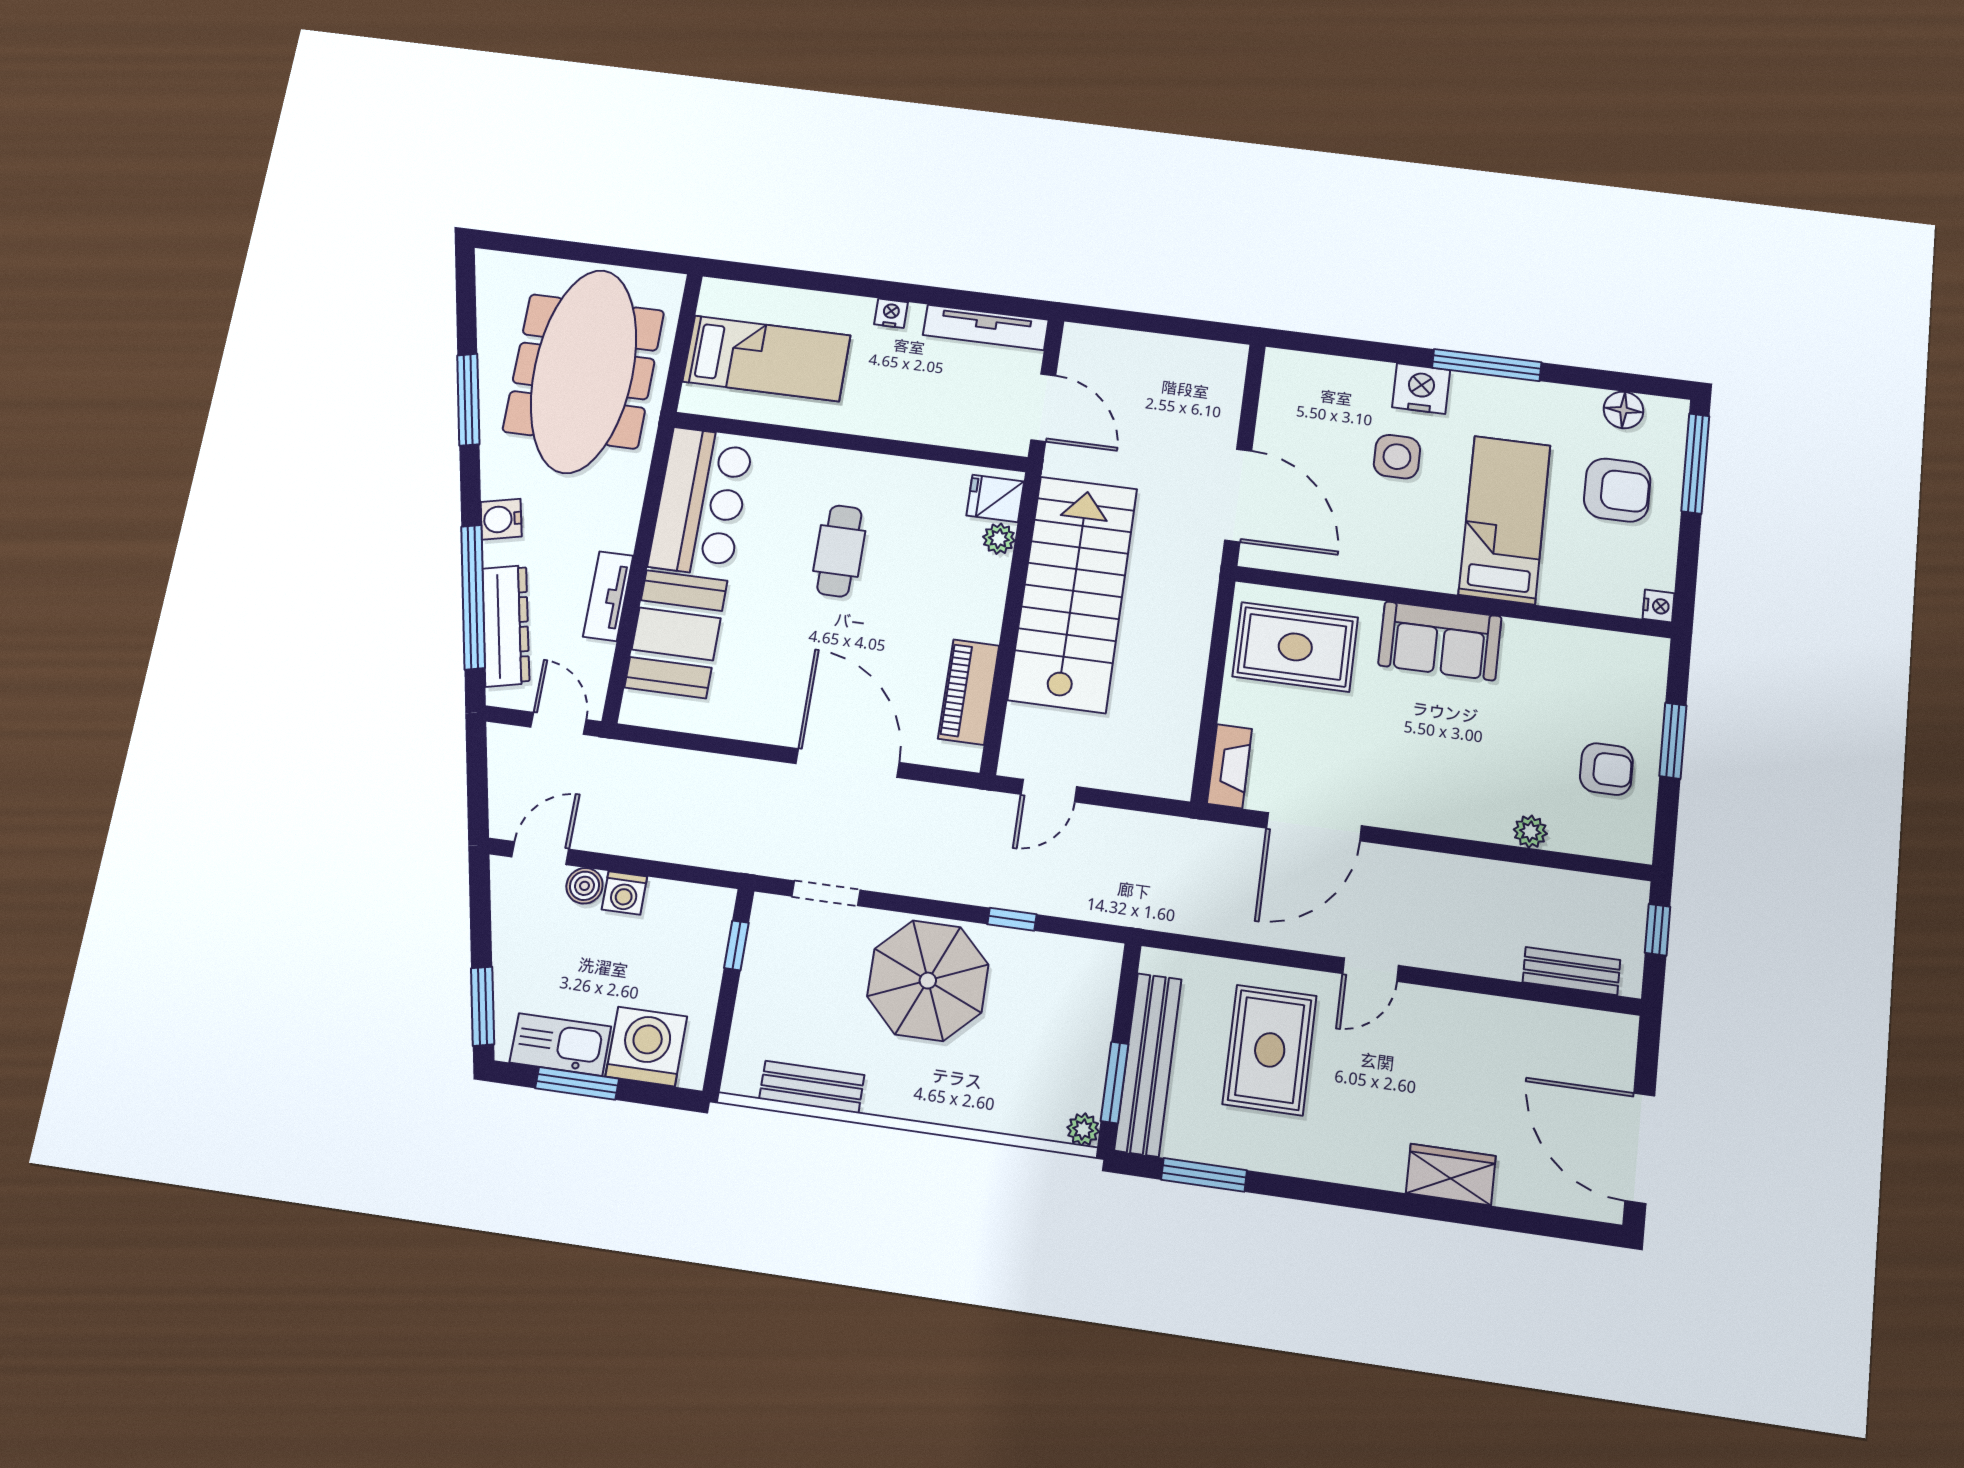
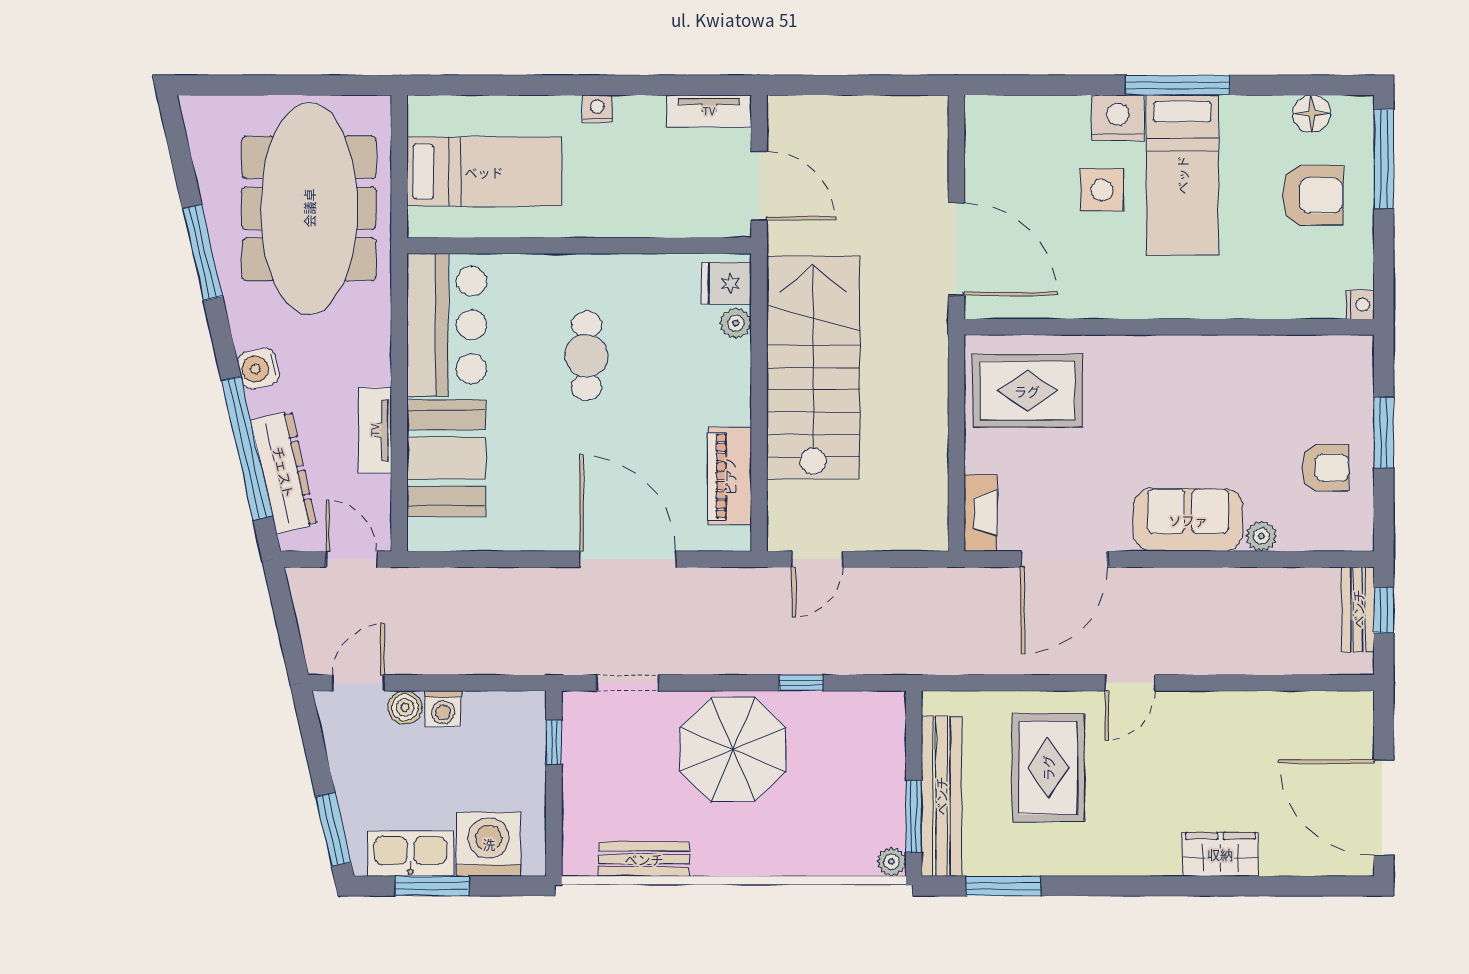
tv unit: (986, 327) -> (709, 111), width x0.71
bed: (1505, 520) -> (1182, 175), moved, turned 180
sofa: (1440, 641) -> (1188, 520), moved, turned 180
bench: (1571, 971) -> (1358, 609), moved, turned 90

